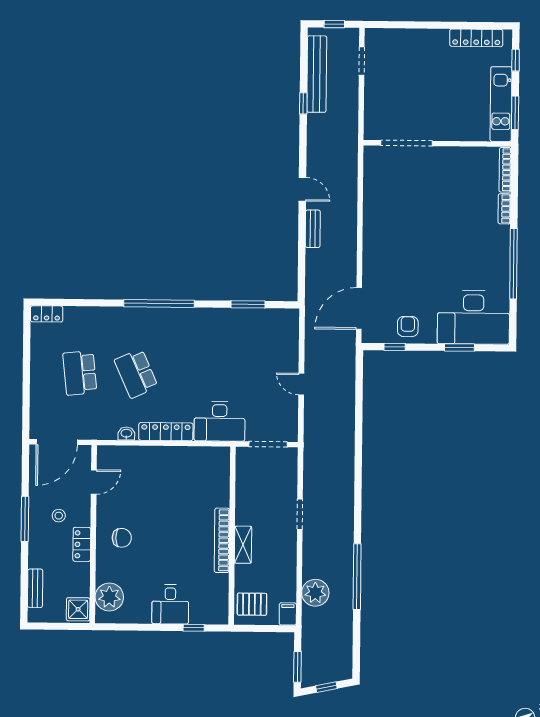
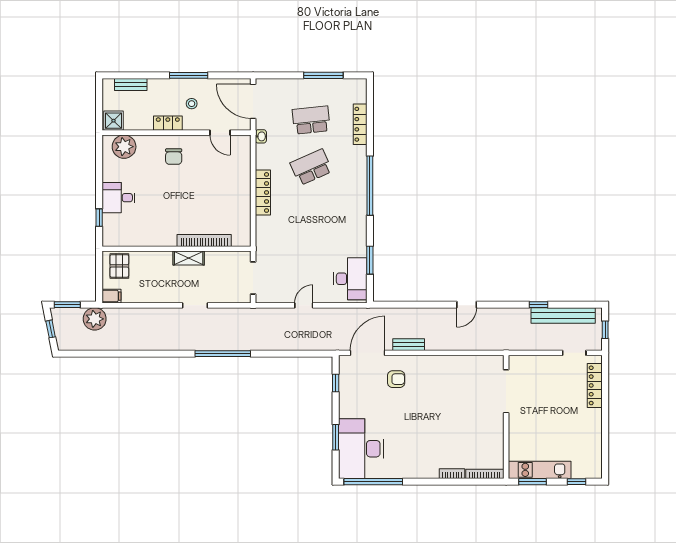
locker: (476, 38) -> (595, 385), moved
bench: (313, 229) -> (409, 345), moved
window: (513, 264) -> (373, 482), moved
door: (359, 309) -> (367, 353), hinge flipped
locker: (47, 314) -> (360, 124), moved, width x1.53
armchair: (408, 327) -> (396, 379), moved
window: (27, 358) -> (323, 75), added
desk: (220, 421) -> (350, 279), moved, turned 180
washbasin: (126, 434) -> (261, 136), moved
bookcase: (222, 540) -> (204, 240), moved
shelving: (243, 545) -> (189, 258), moved
window: (357, 577) -> (223, 354), moved
plant: (315, 593) -> (95, 319), moved

